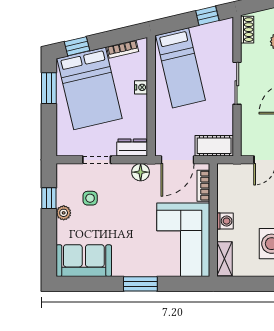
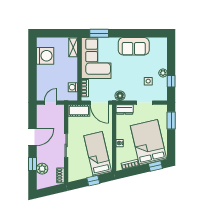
window: (207, 16) -> (93, 181), moved
window: (49, 88) -> (171, 121), moved
door: (177, 160) -> (99, 103), swing flipped
washing machine: (225, 221) -> (73, 87), moved
sofa: (84, 261) -> (134, 46), moved
window: (140, 284) -> (99, 33), moved

